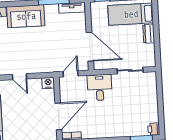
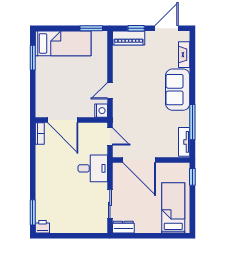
dresser: (149, 34) -> (123, 227), moved
door: (90, 47) -> (139, 160), hinge flipped
door: (19, 77) -> (110, 91), moved

